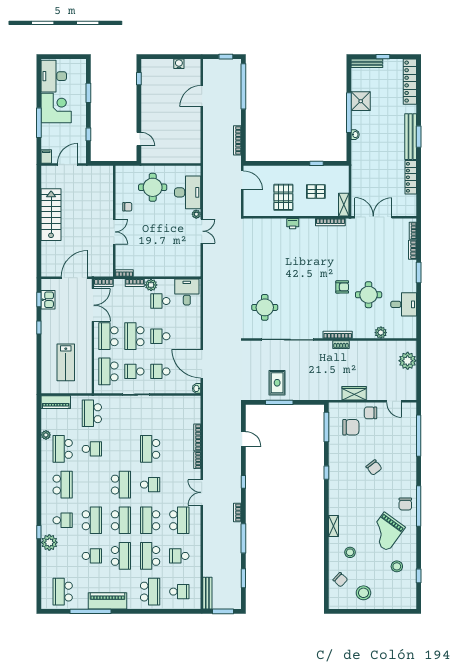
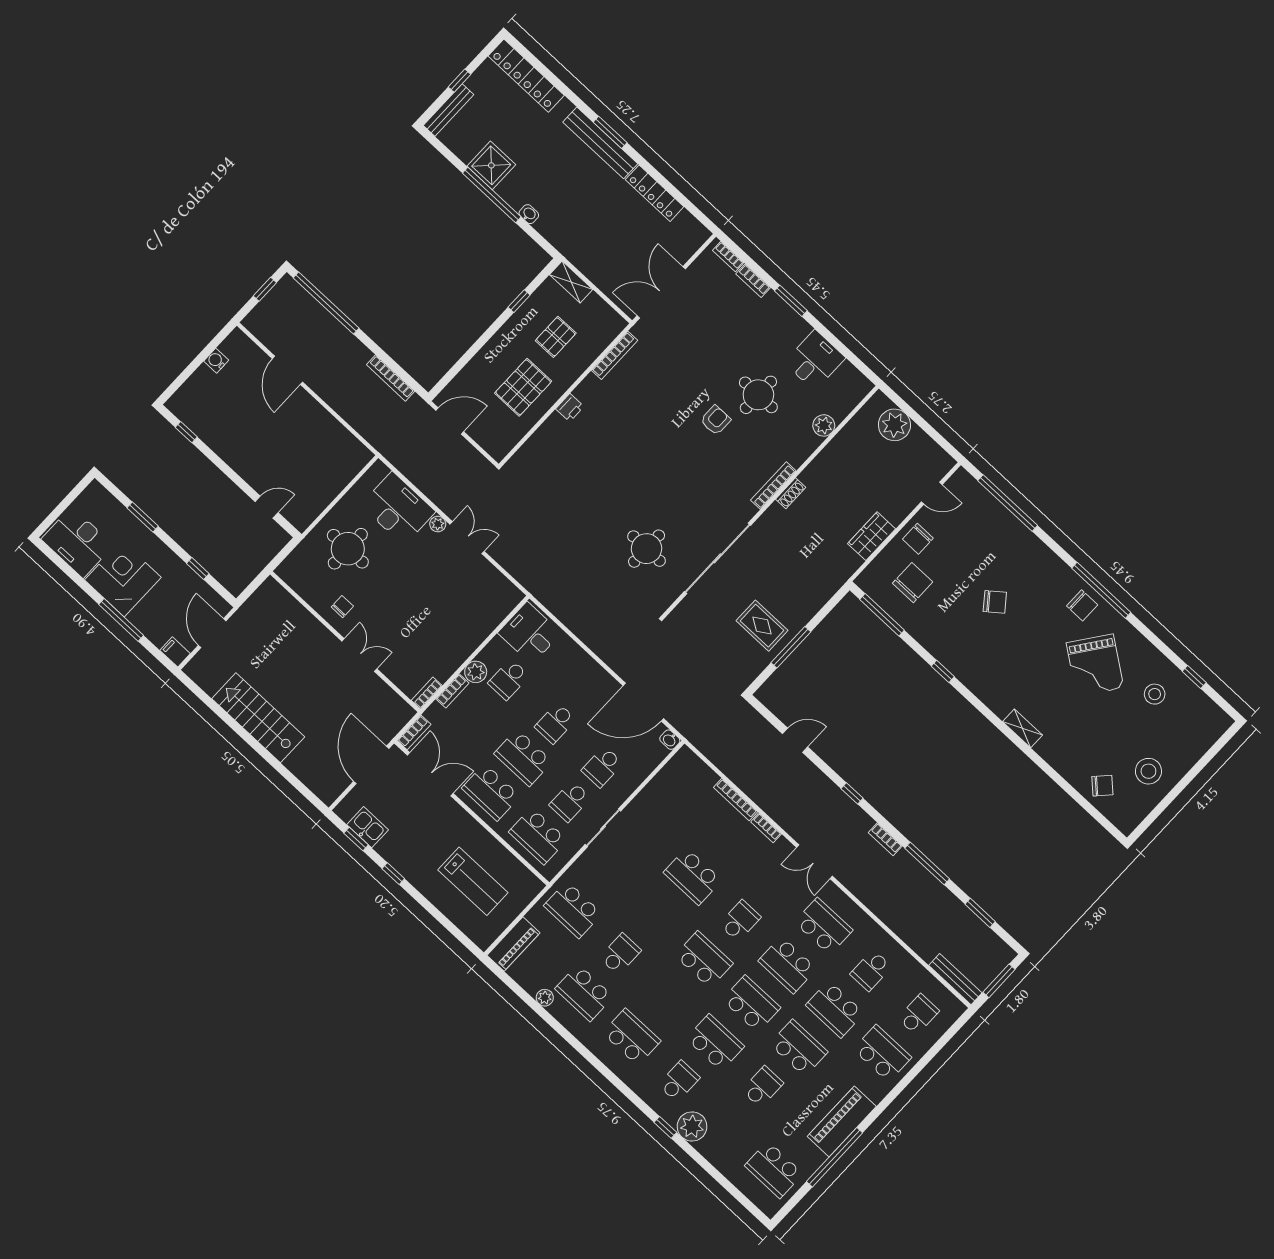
pallet: (283, 197) -> (523, 387), turned 90
shelving: (344, 205) -> (571, 282), moved
stool: (350, 552) -> (1078, 739), removed

